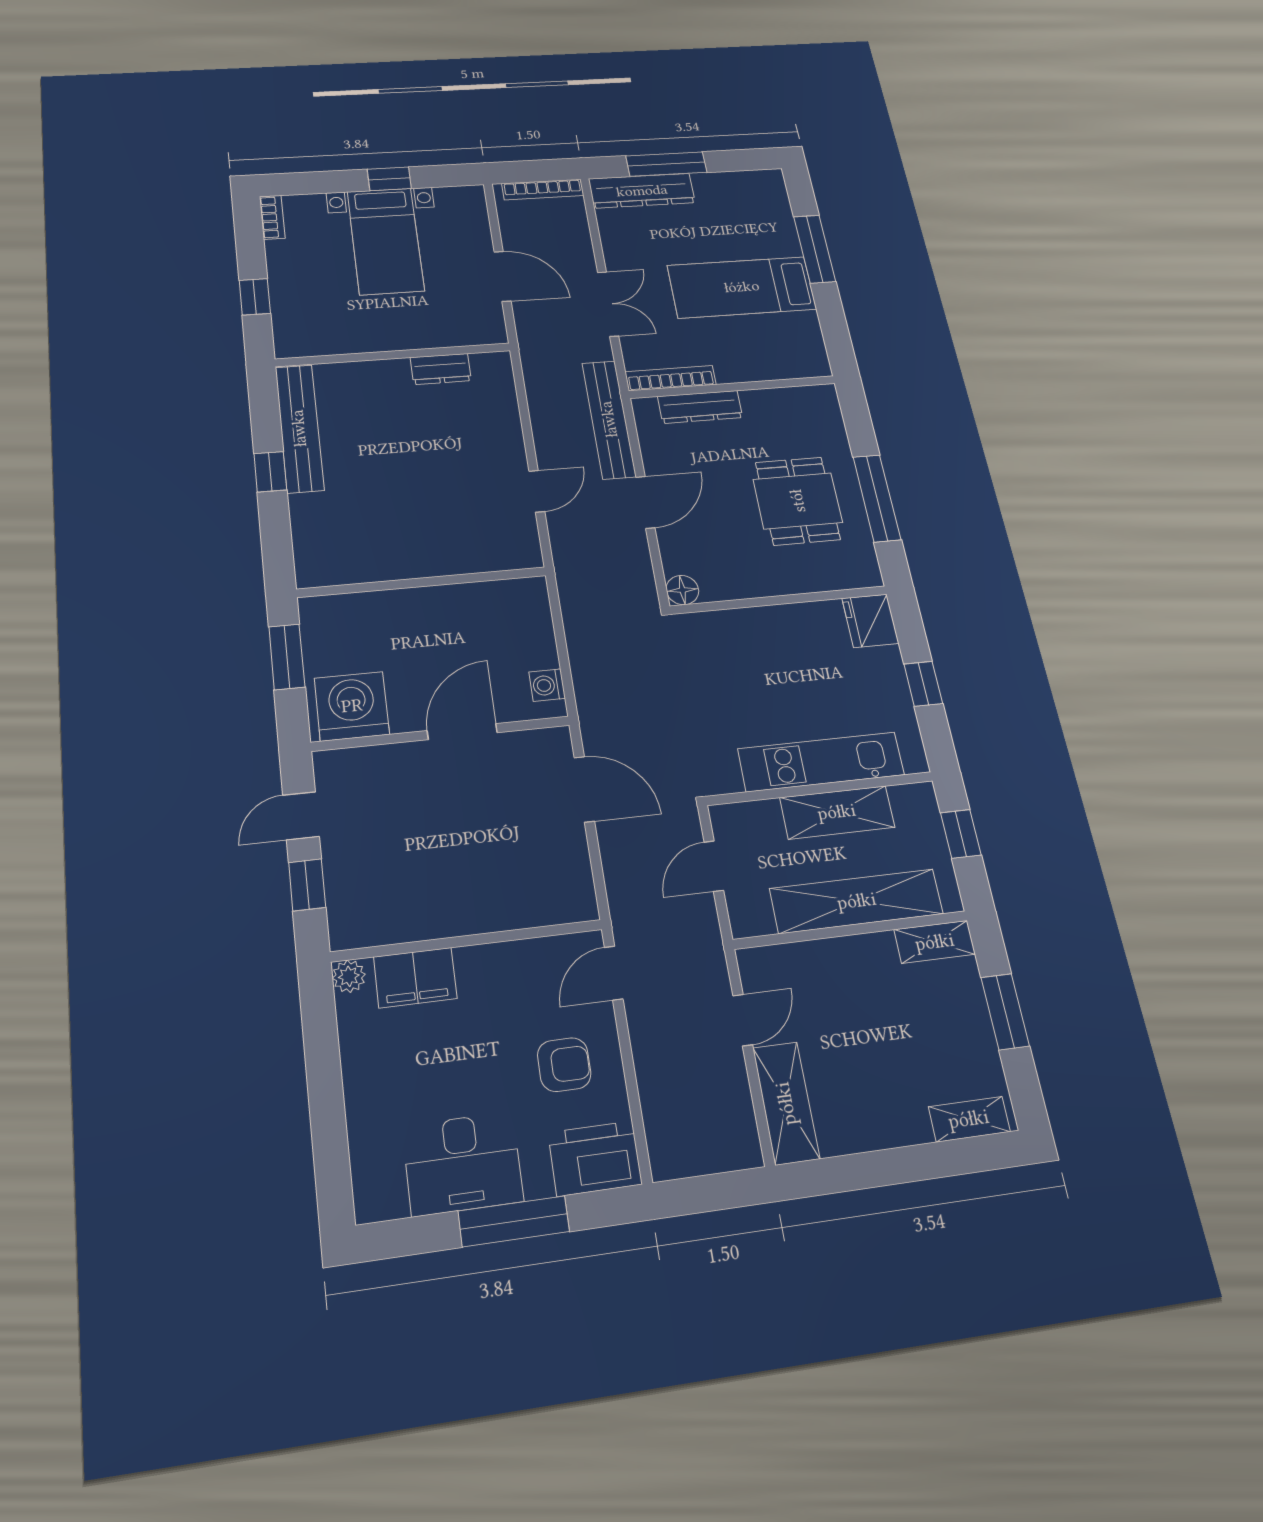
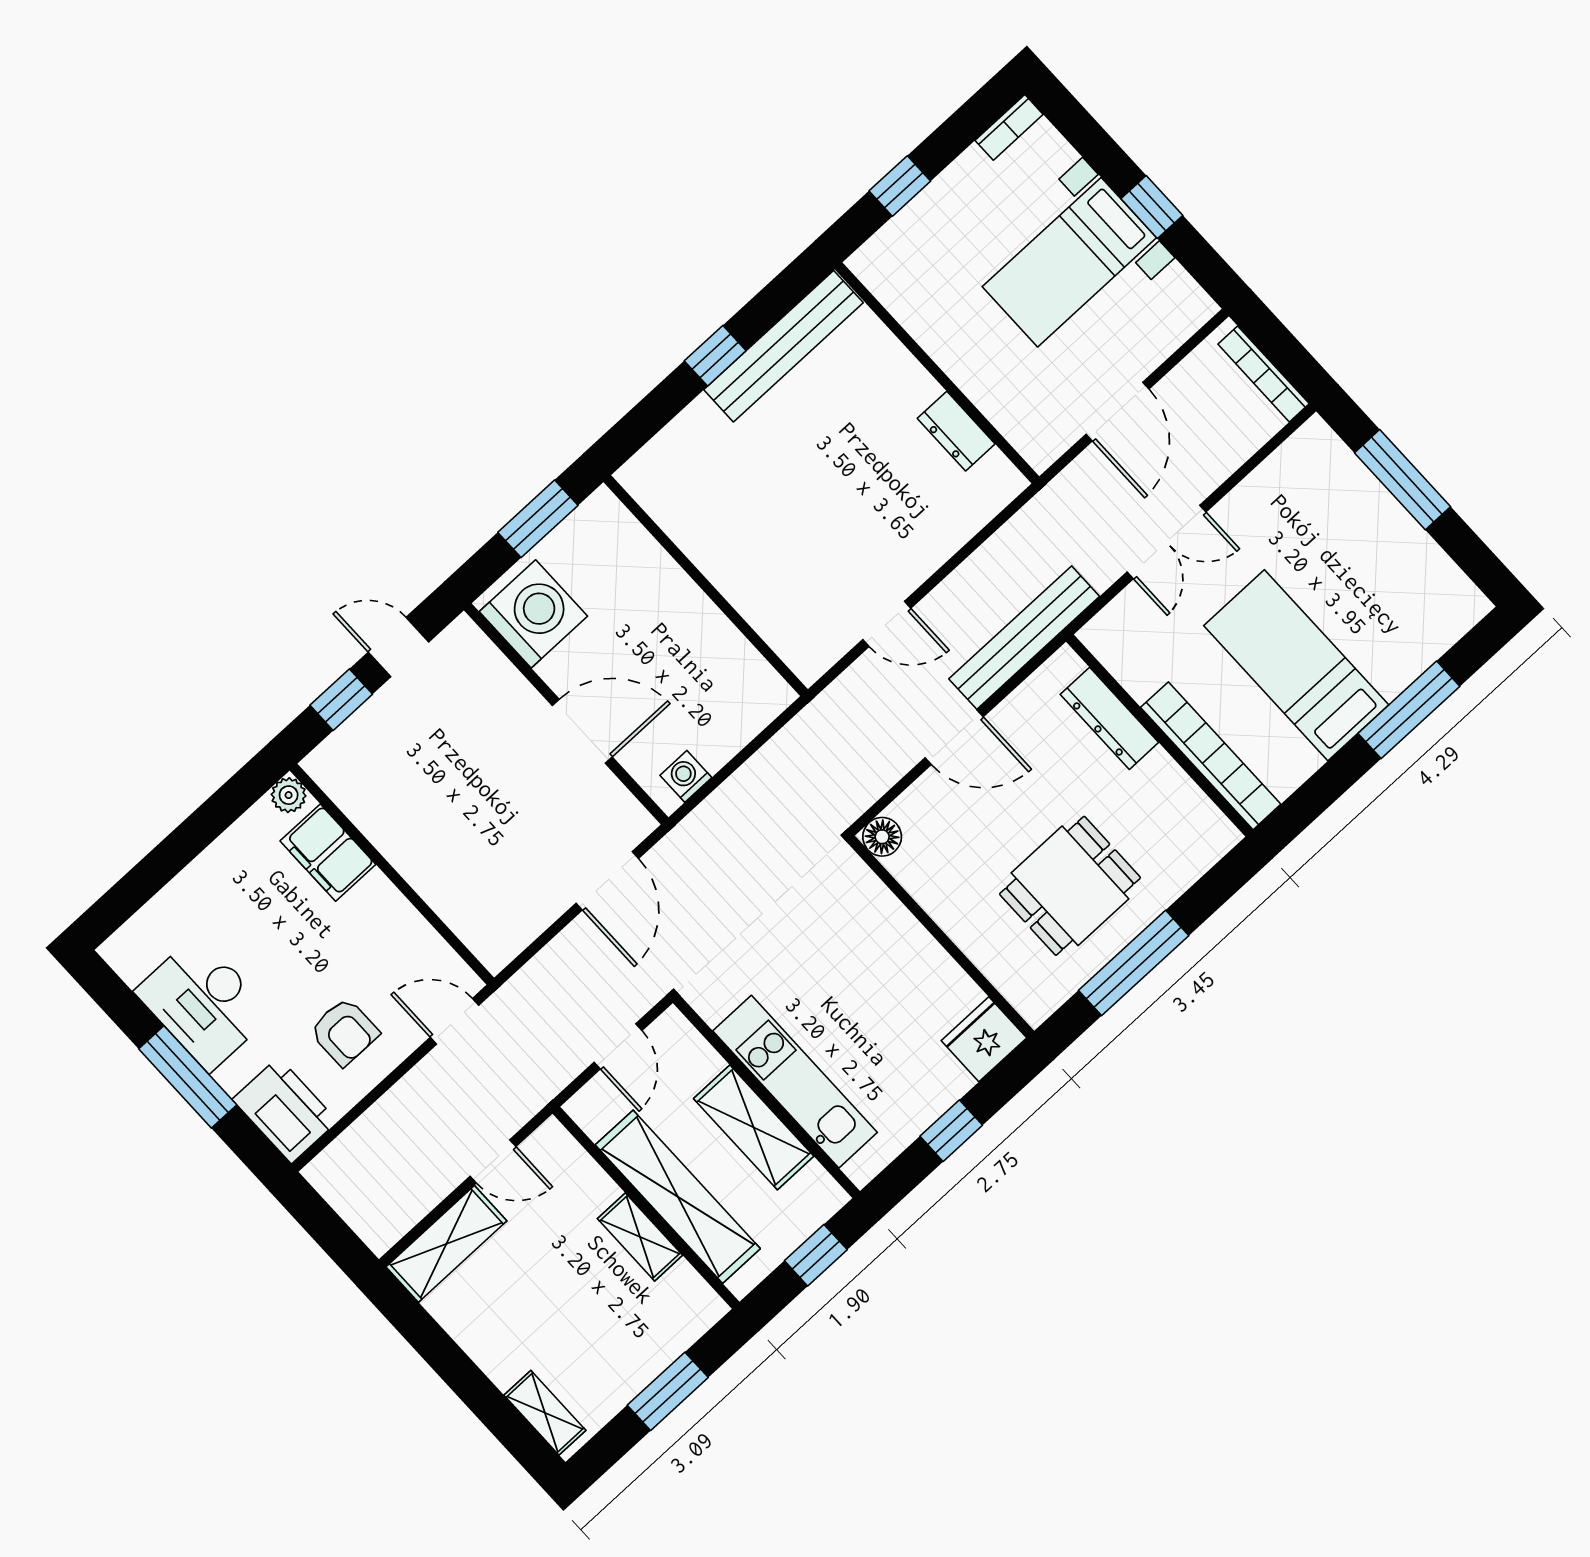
dresser: (642, 191) -> (1345, 478), removed
bookcase: (671, 378) -> (1211, 756), moved, width x1.48, depth x1.31
door: (714, 866) -> (618, 1046), swing flipped
shelving: (935, 942) -> (640, 1237), moved

